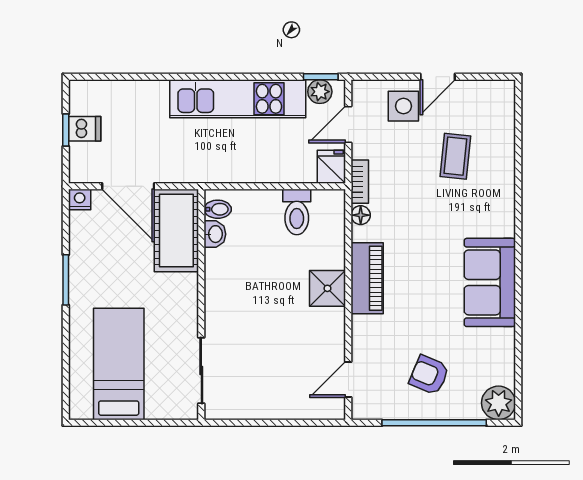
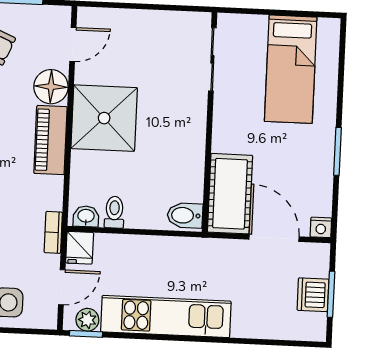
dishwasher: (85, 129) -> (313, 295), width x1.38
window: (66, 130) -> (331, 294), width x1.50
bidet: (218, 209) -> (185, 215), width x1.38, depth x1.36
toilet: (297, 212) -> (114, 212), width x0.73, depth x0.72
floor lamp: (361, 215) -> (51, 87), moved, width x1.89, depth x1.89
washbasin: (215, 234) -> (86, 216), moved, turned 90
shower: (327, 288) -> (104, 118), width x1.86, depth x1.86

